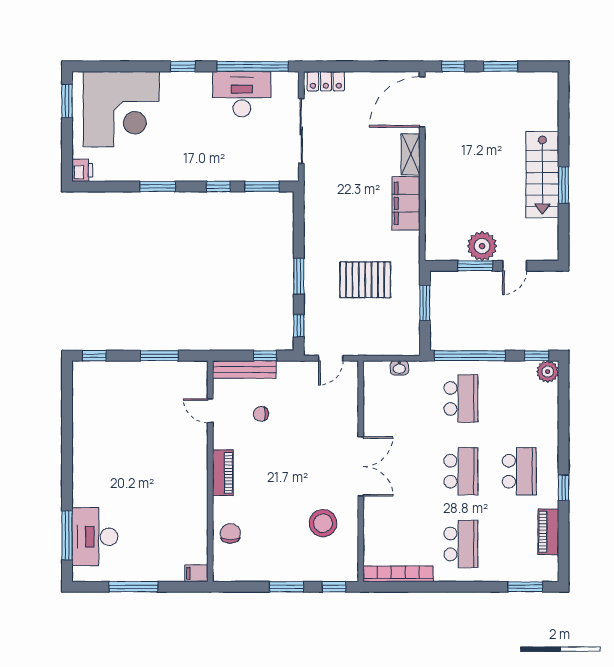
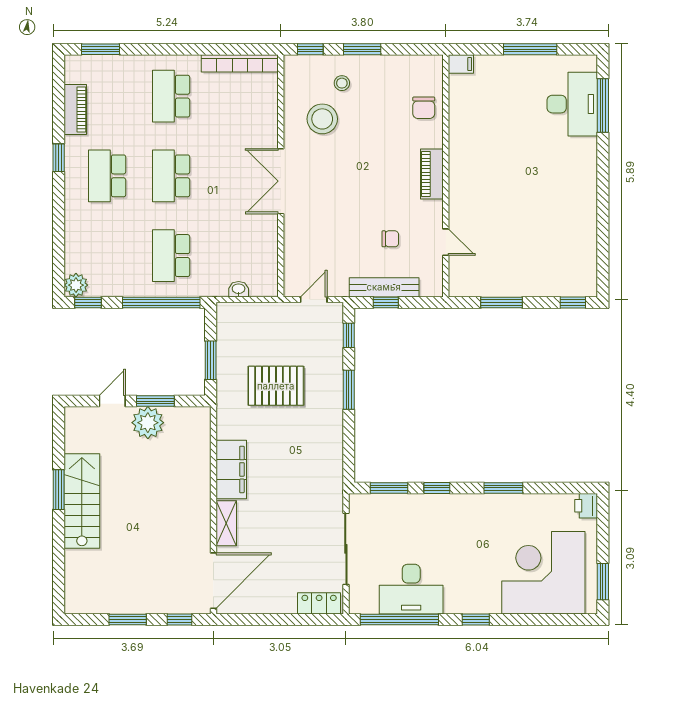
bench: (244, 370) -> (384, 287), moved
stool: (305, 556) -> (342, 83), added

